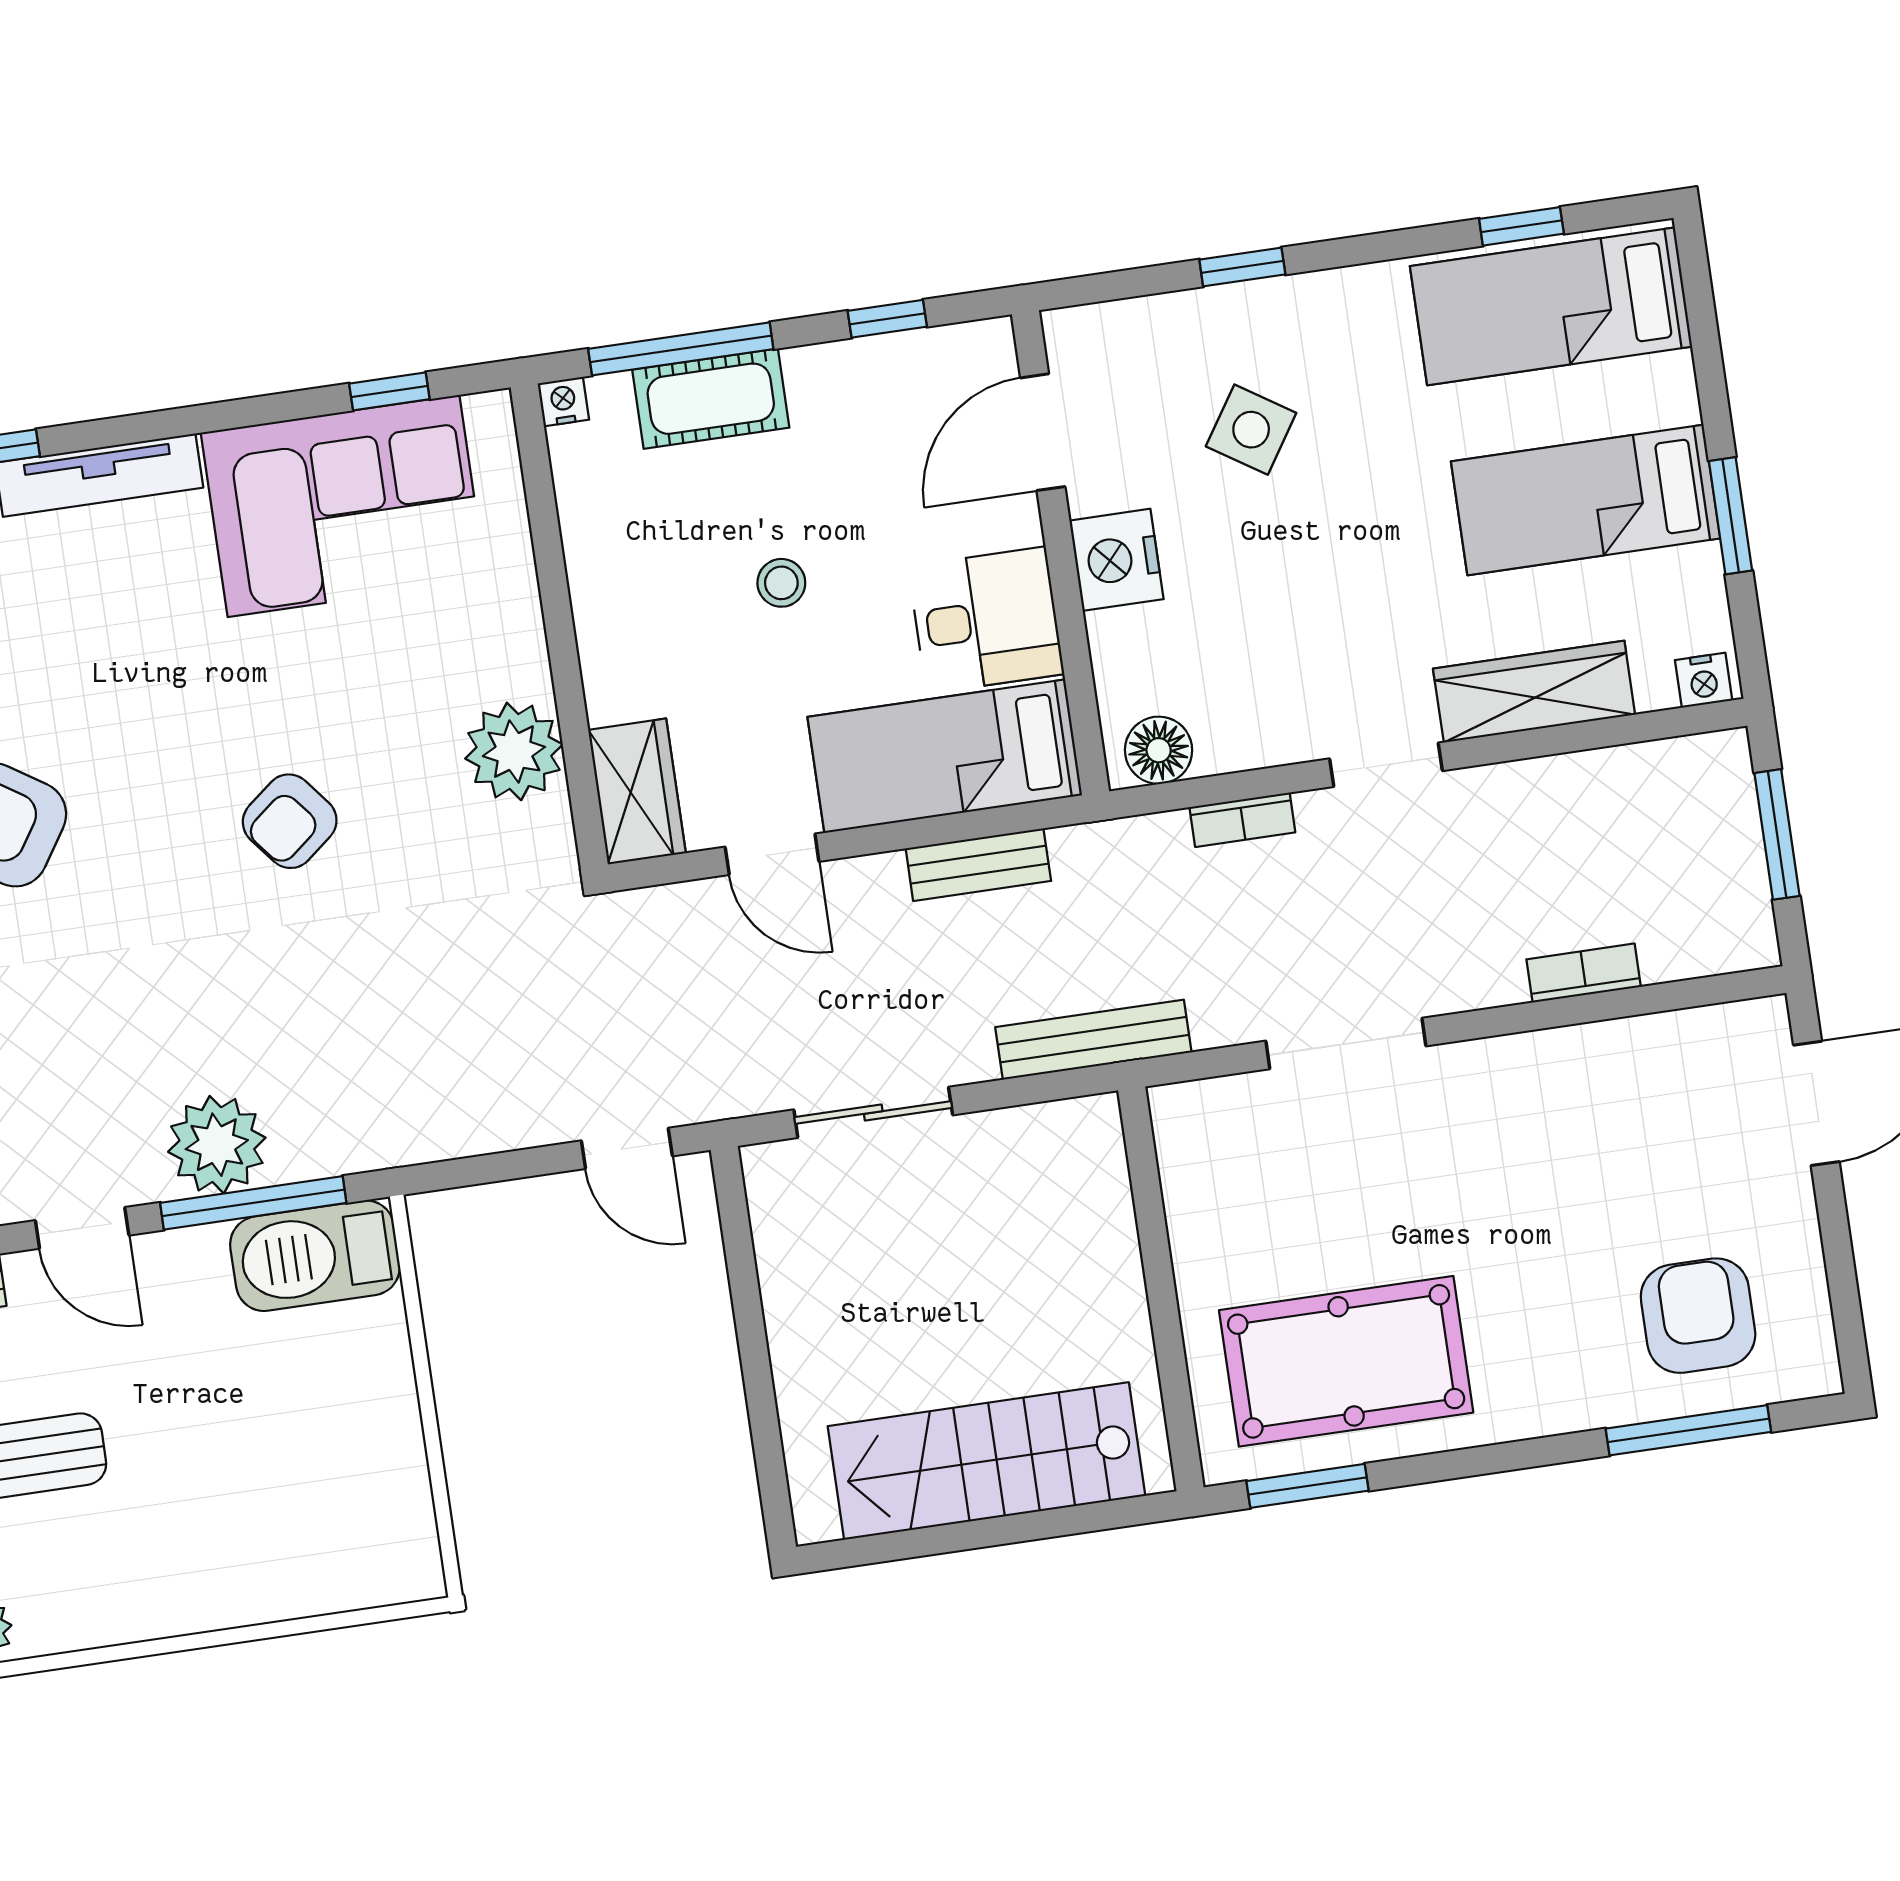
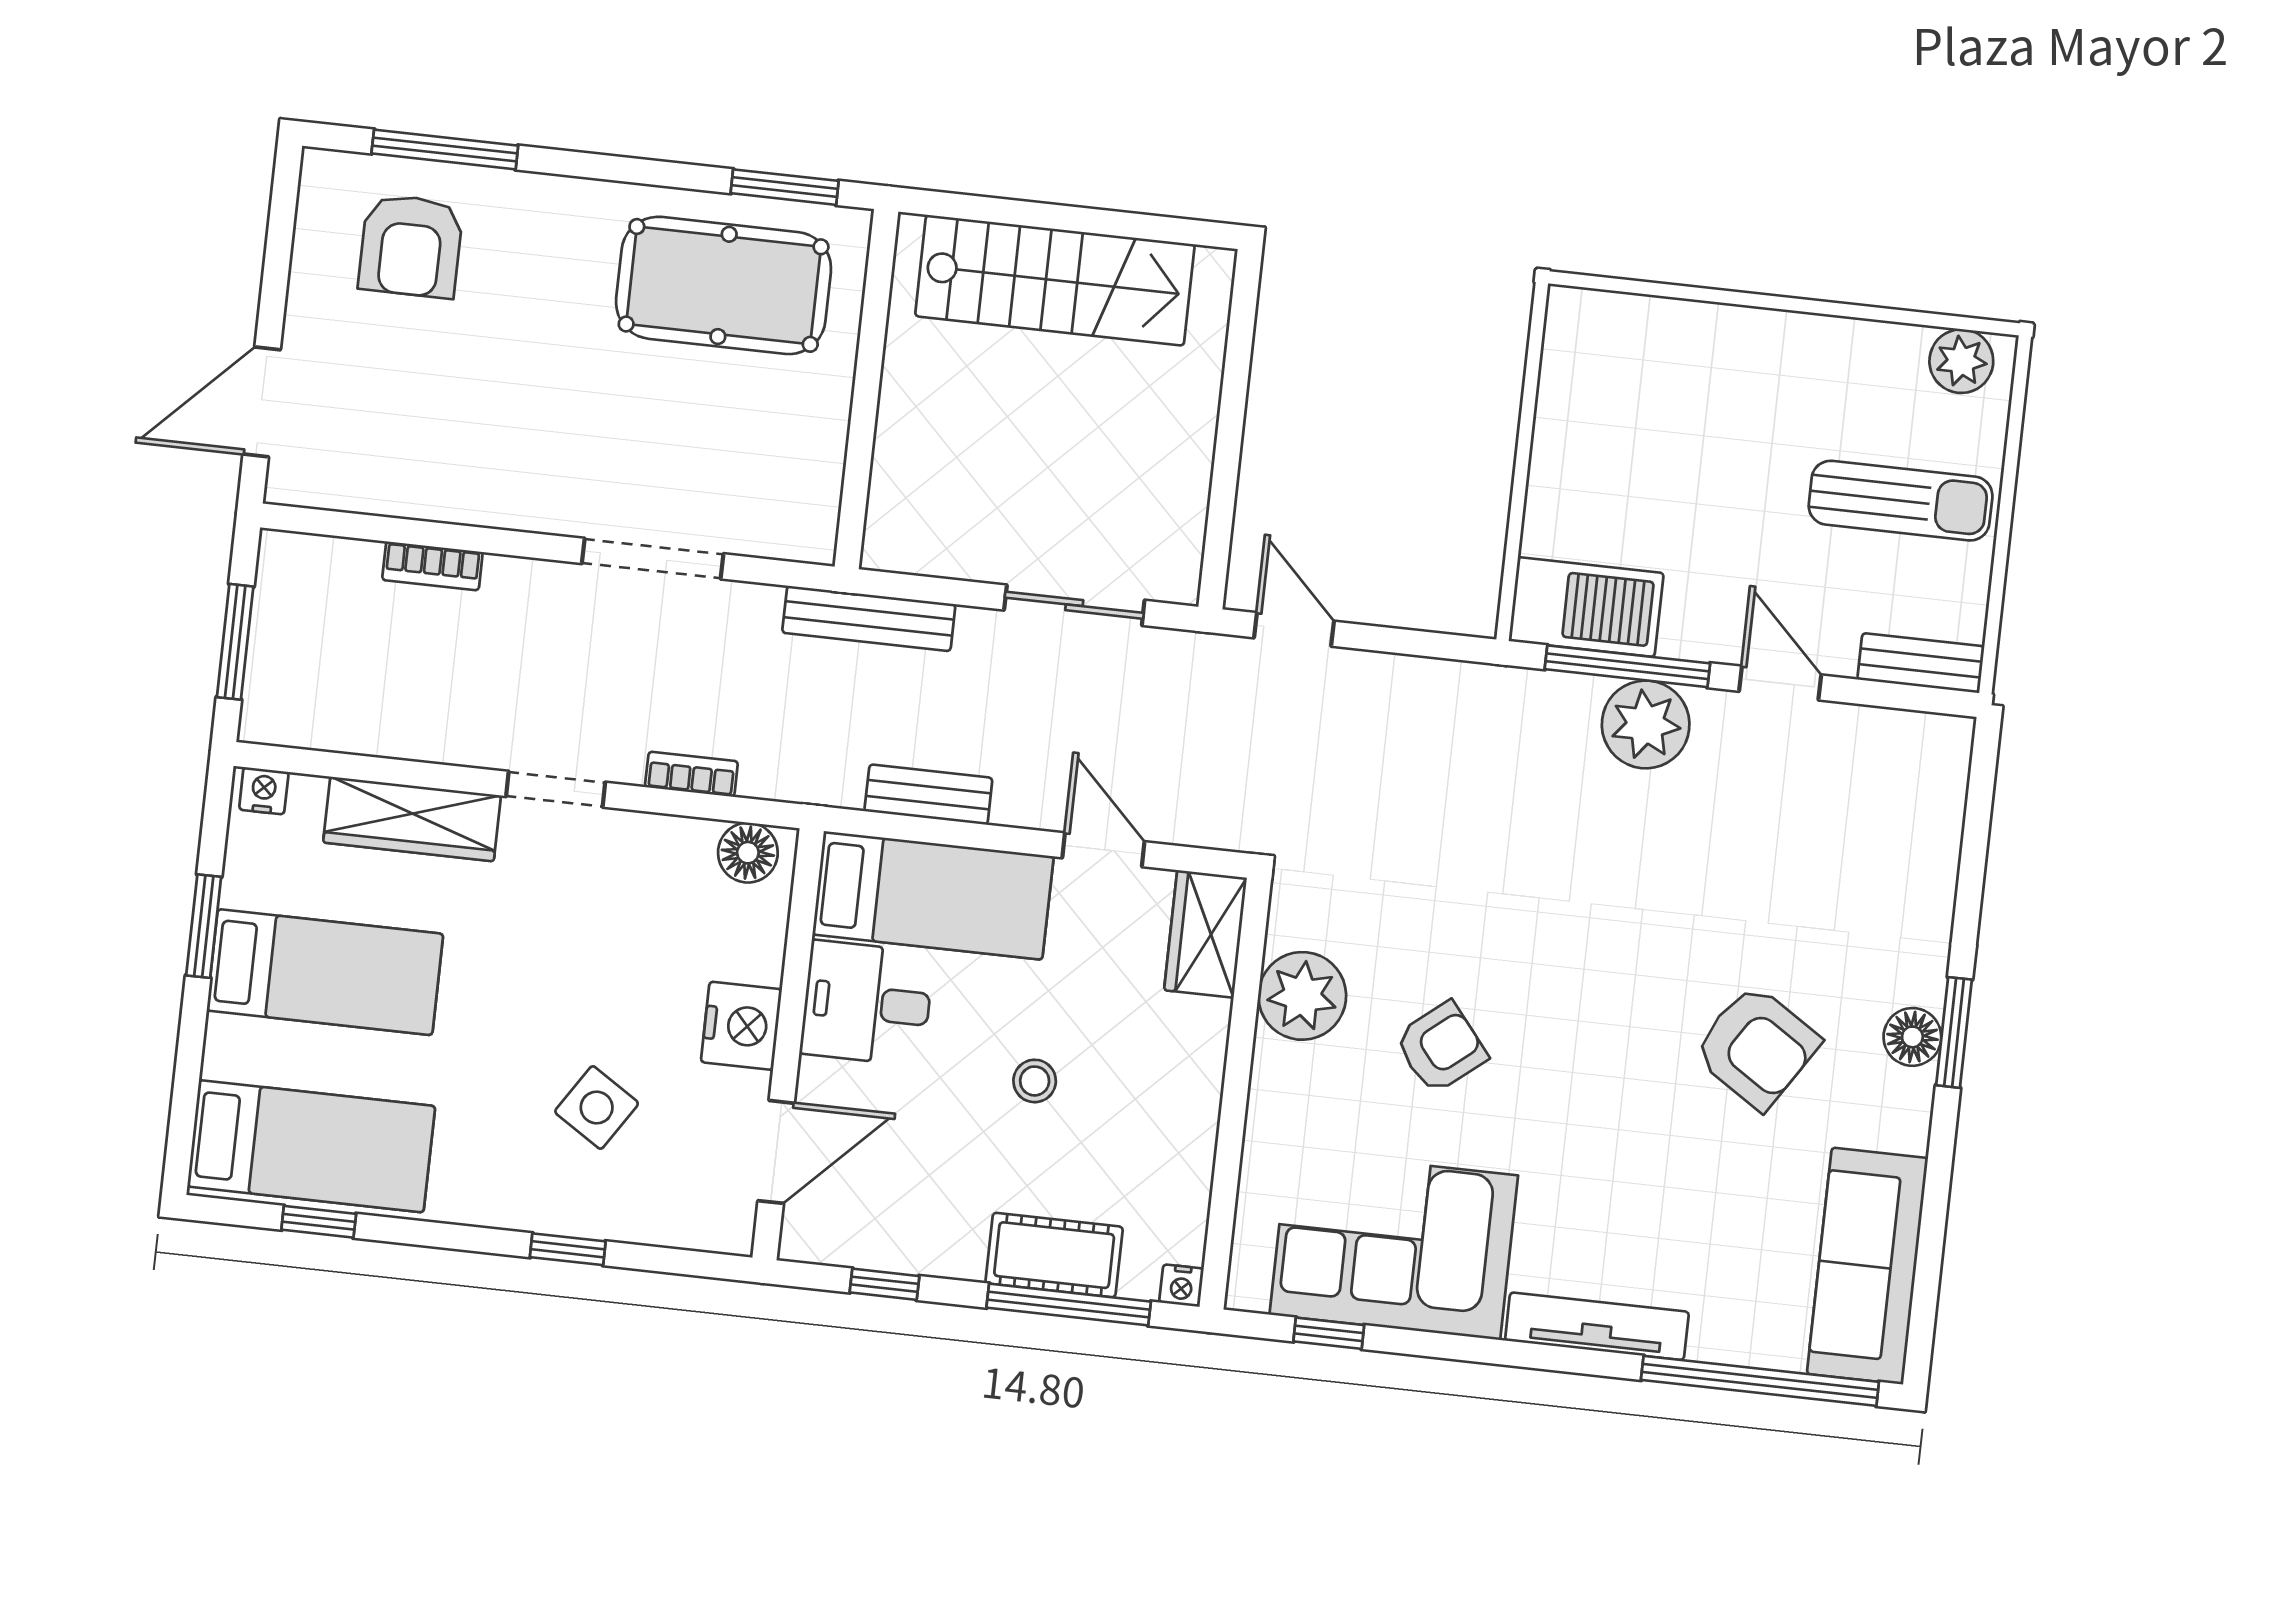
armchair: (290, 821) -> (1441, 1048), moved

